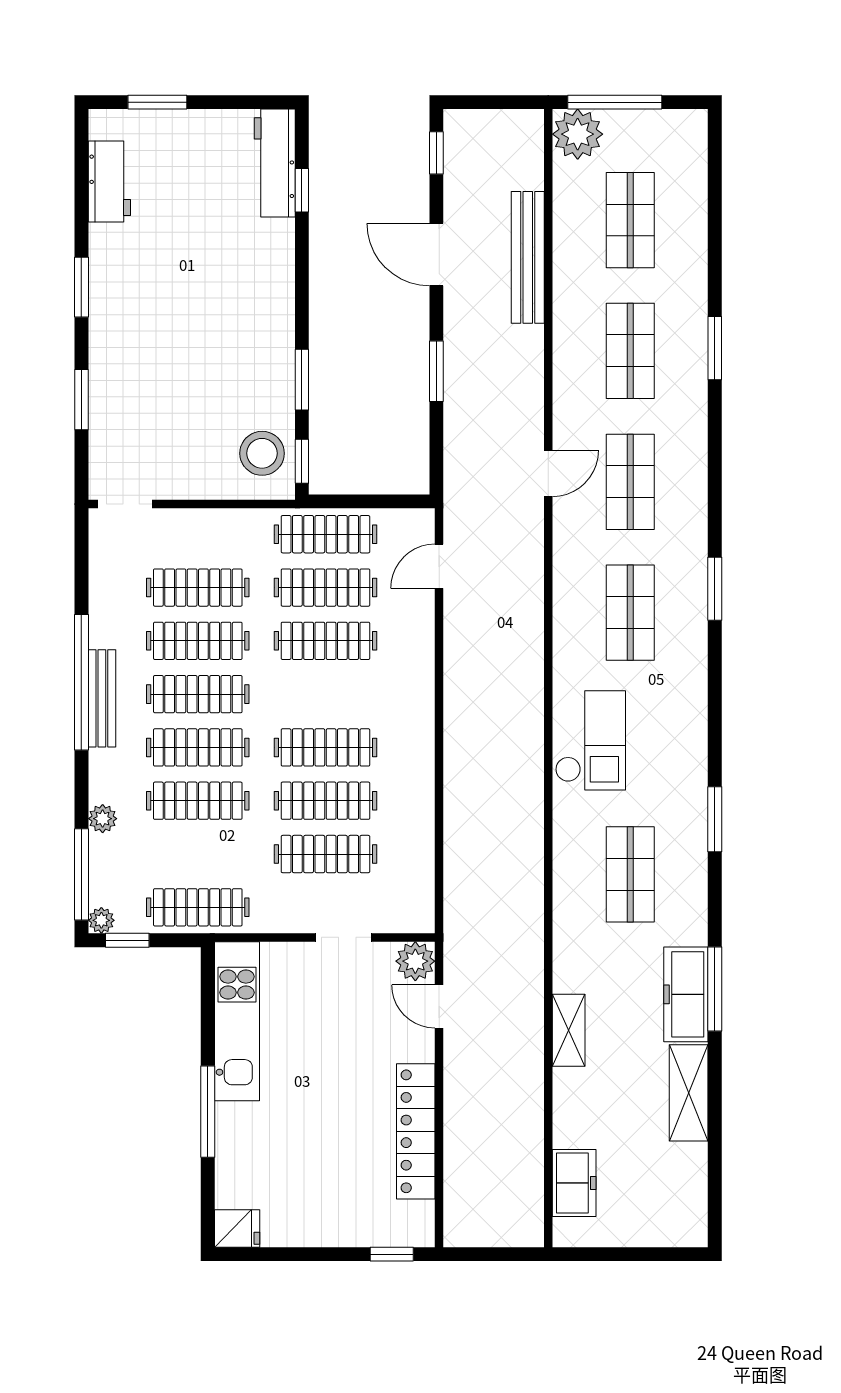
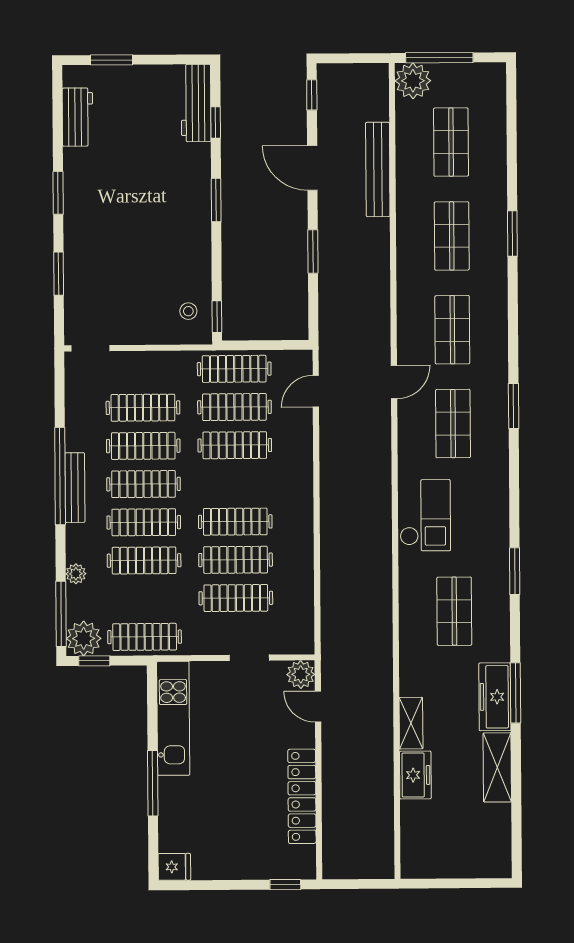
window: (302, 380) -> (216, 200), moved
stool: (262, 453) -> (188, 311), width x0.53, depth x0.53
door: (548, 473) -> (394, 382), moved
plant: (101, 920) -> (84, 638), width x1.88, depth x1.88
freezer: (574, 1183) -> (415, 775), moved

